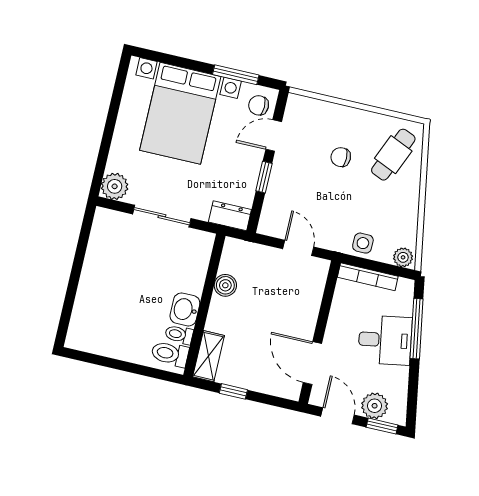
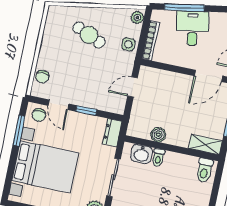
cafe table: (393, 155) -> (89, 35), moved
chair: (341, 157) -> (42, 77), moved
washbasin: (185, 309) -> (142, 154), moved
toilet: (179, 335) -> (158, 158), moved

